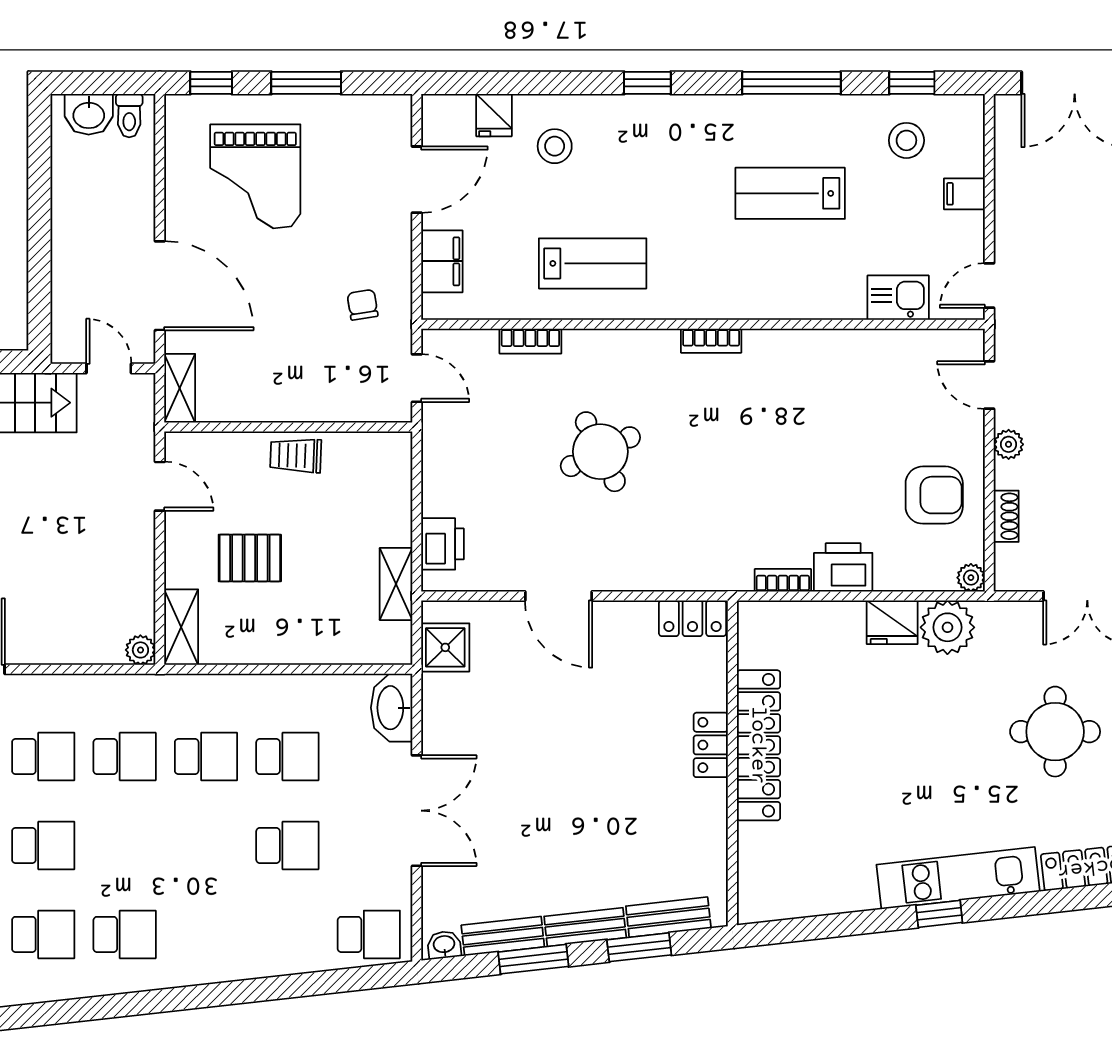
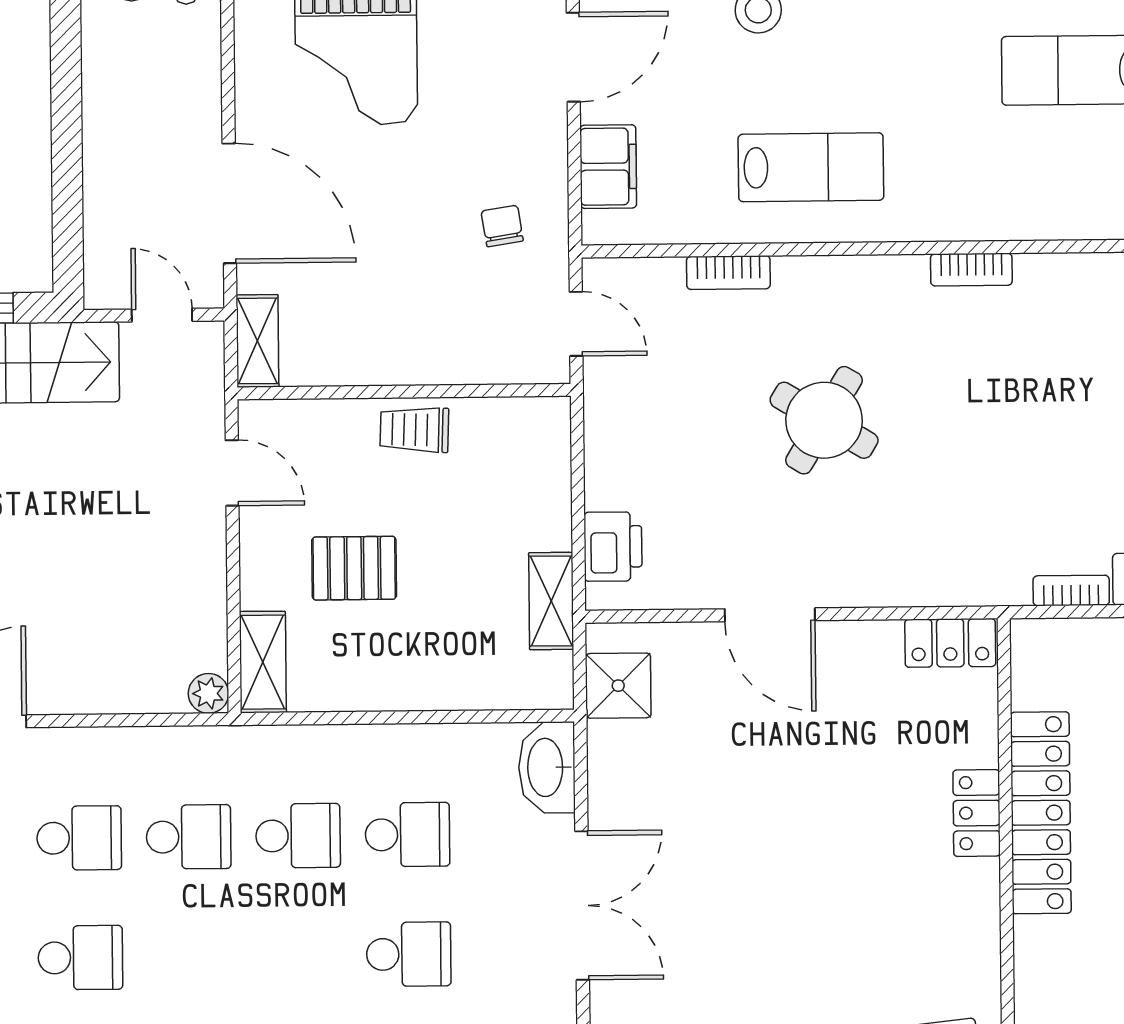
round table: (600, 452) -> (824, 420), turned -33

